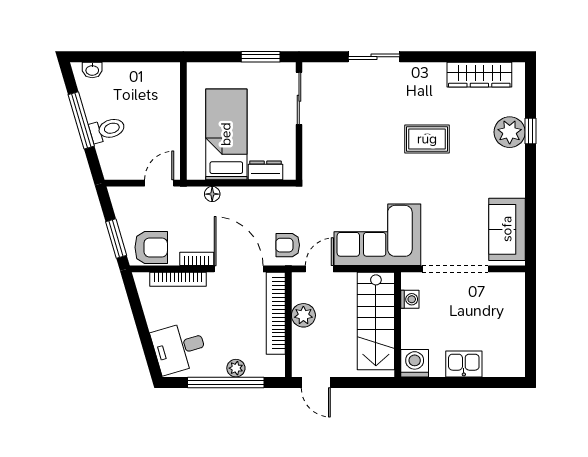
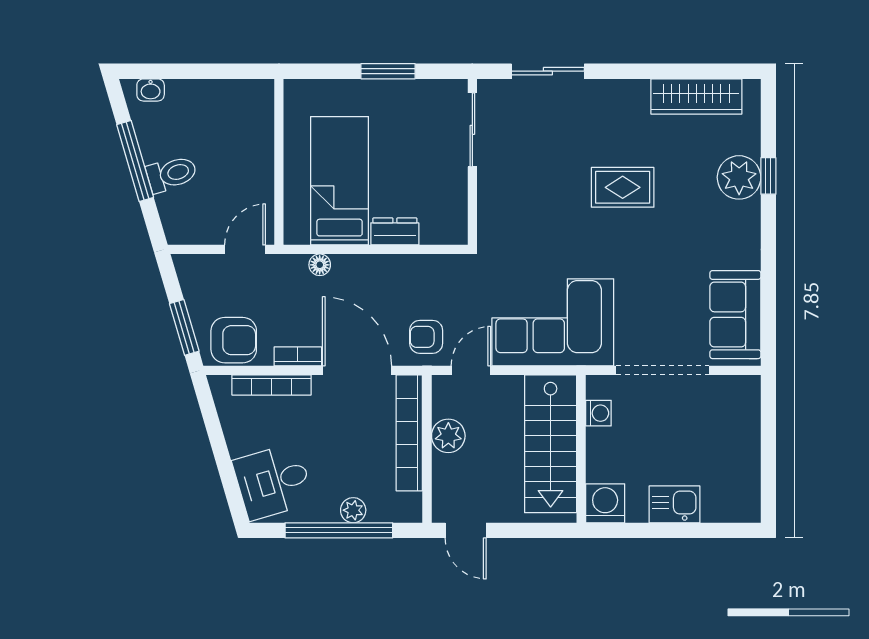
sliding door: (299, 98) -> (472, 130), moved
wall: (299, 121) -> (472, 162), moved

